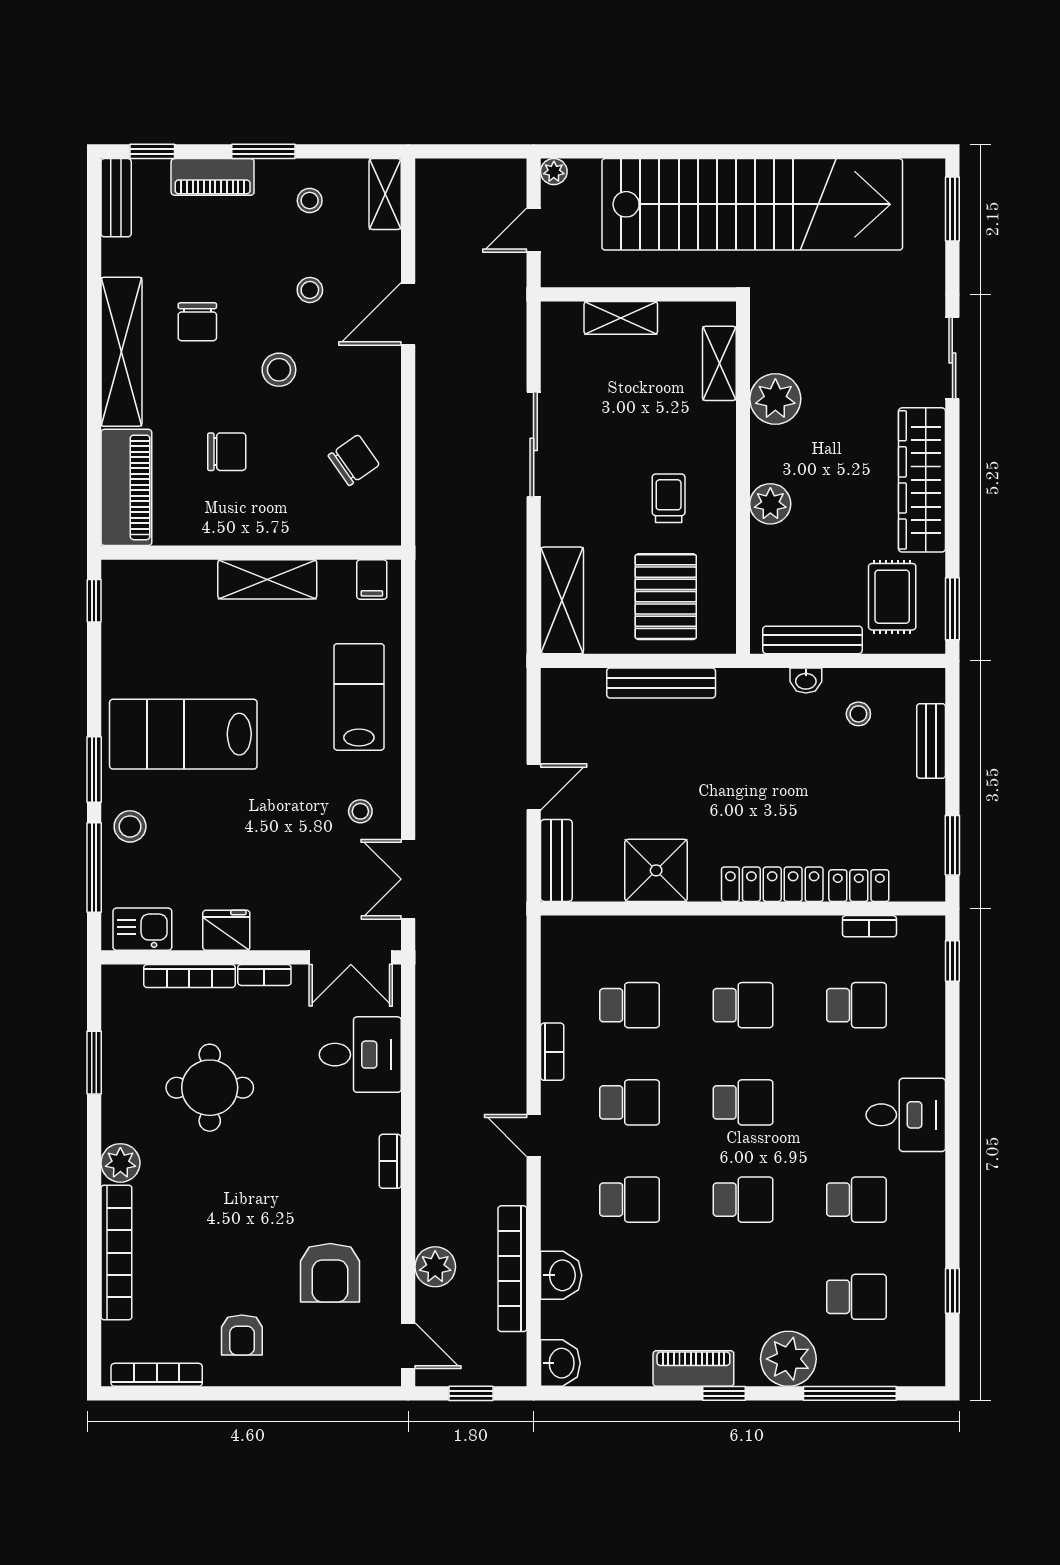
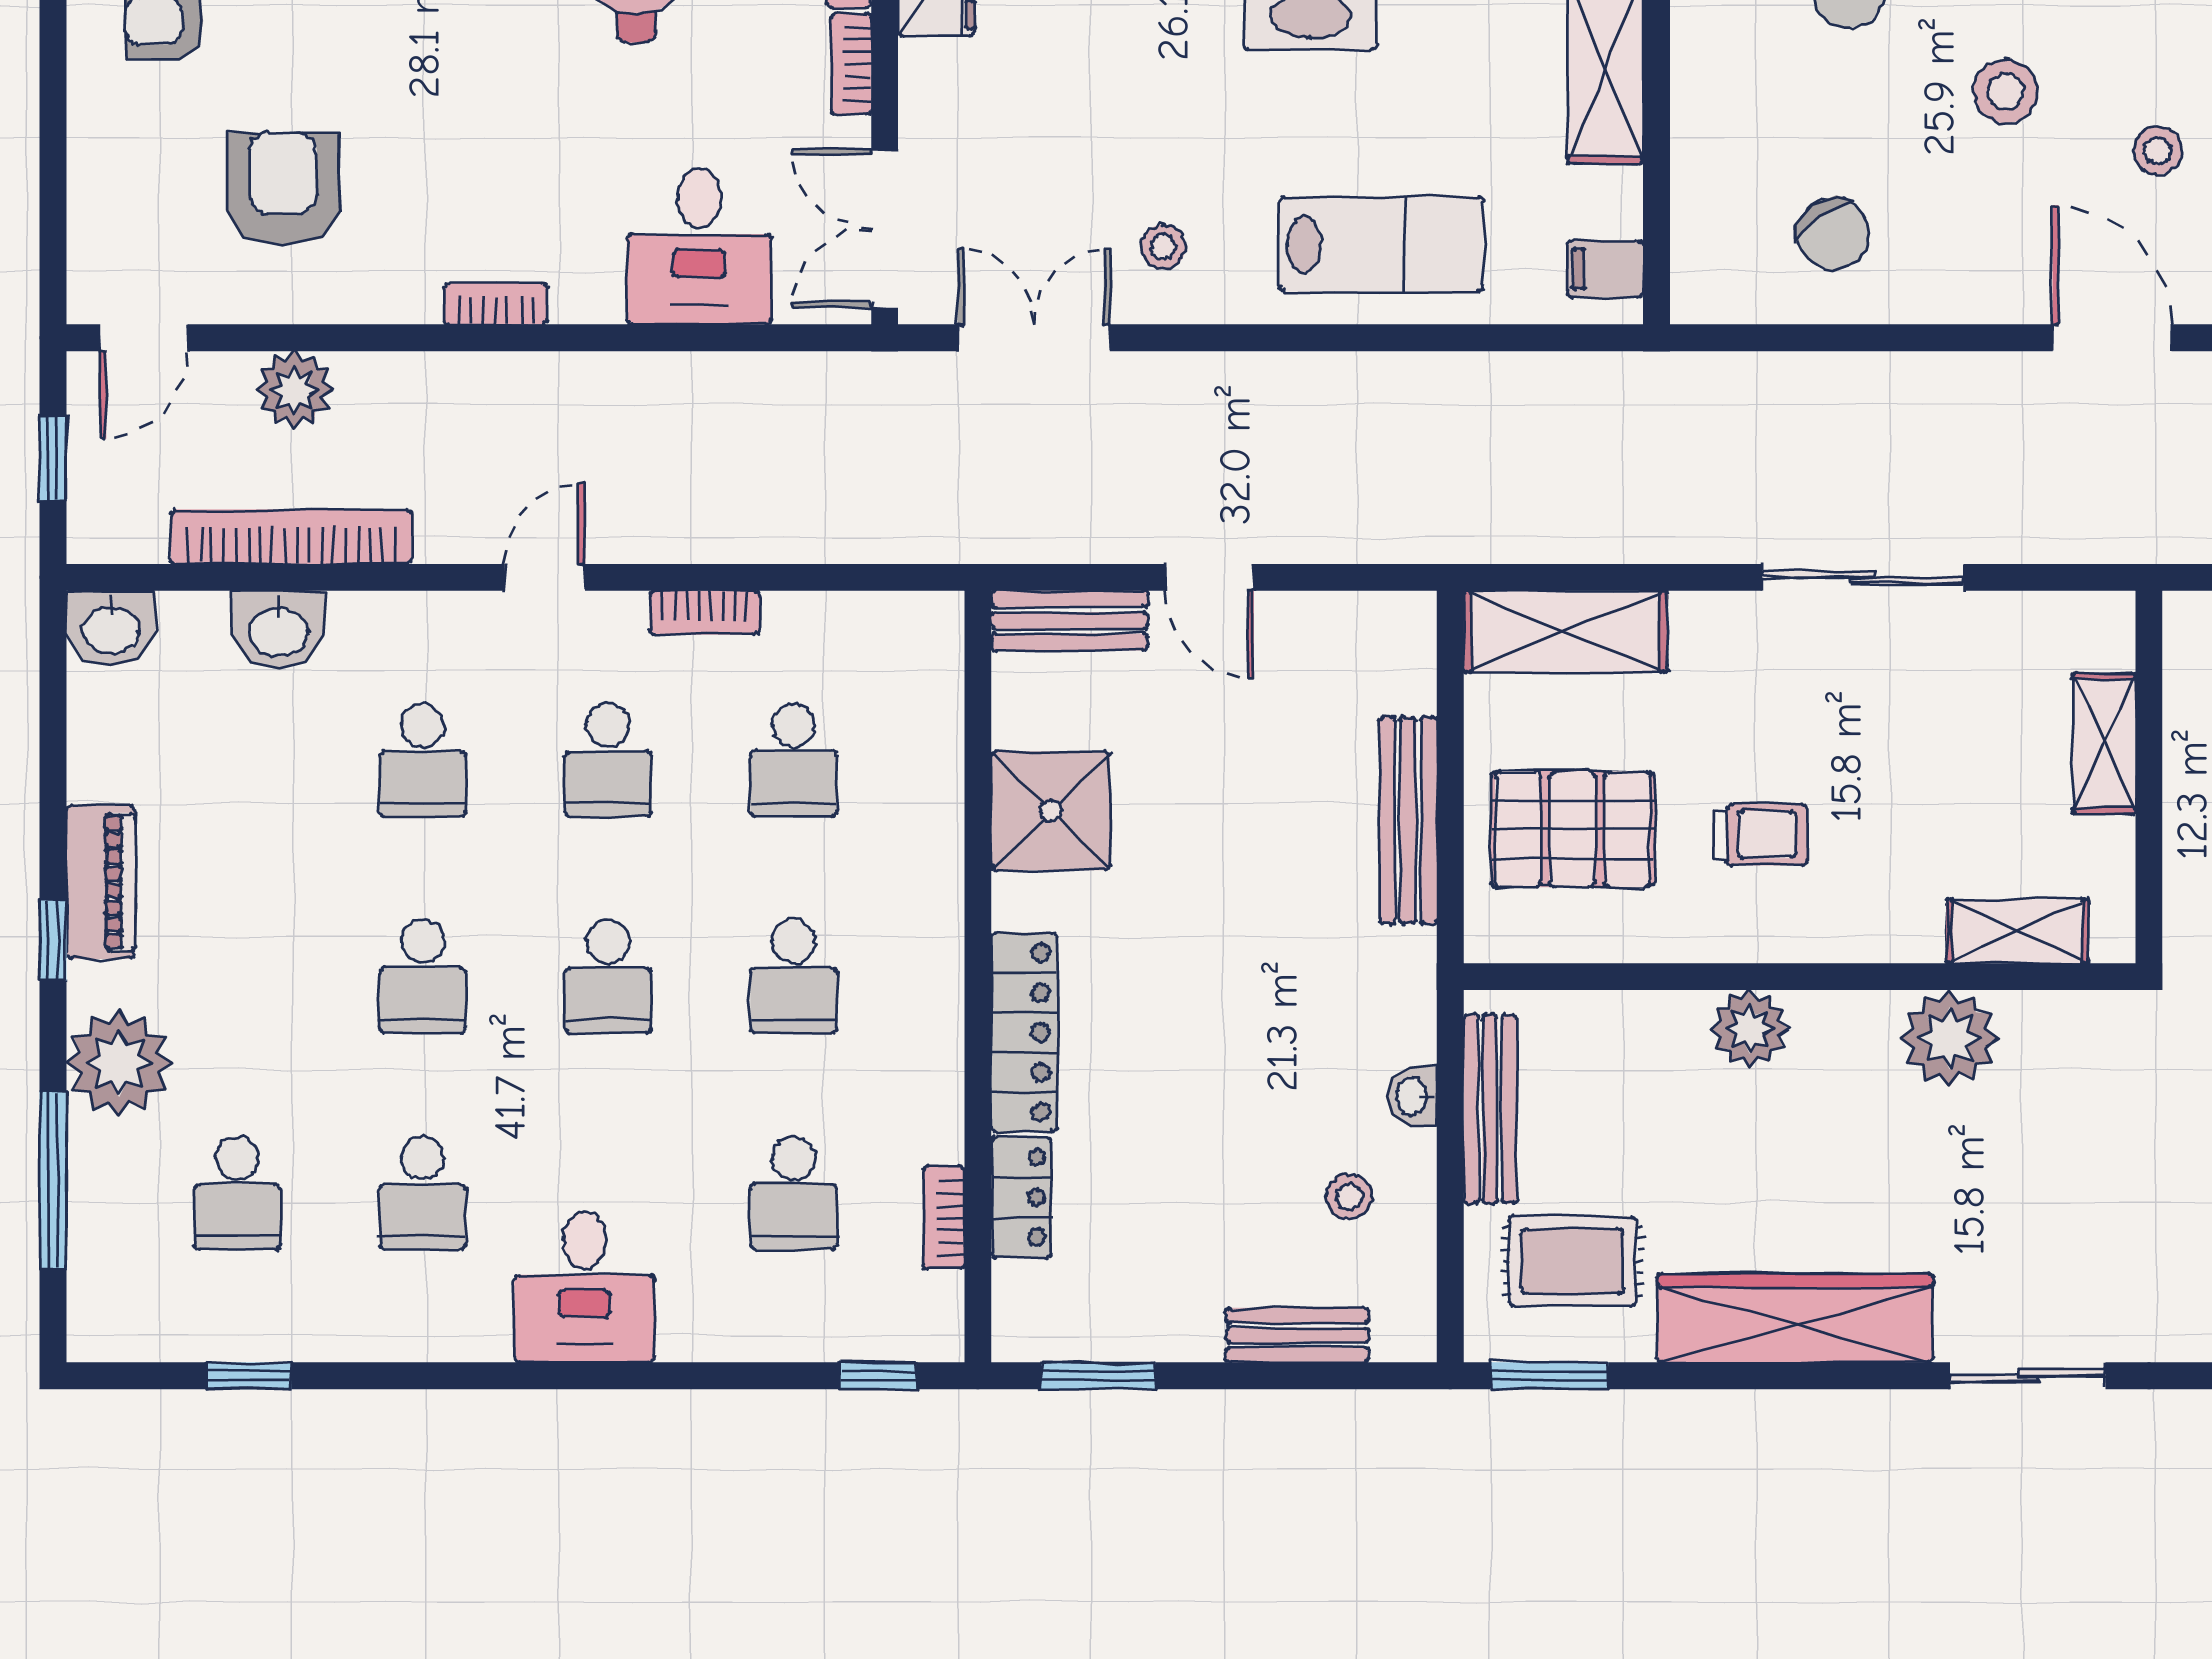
armchair: (330, 1273) -> (283, 189), turned 90

